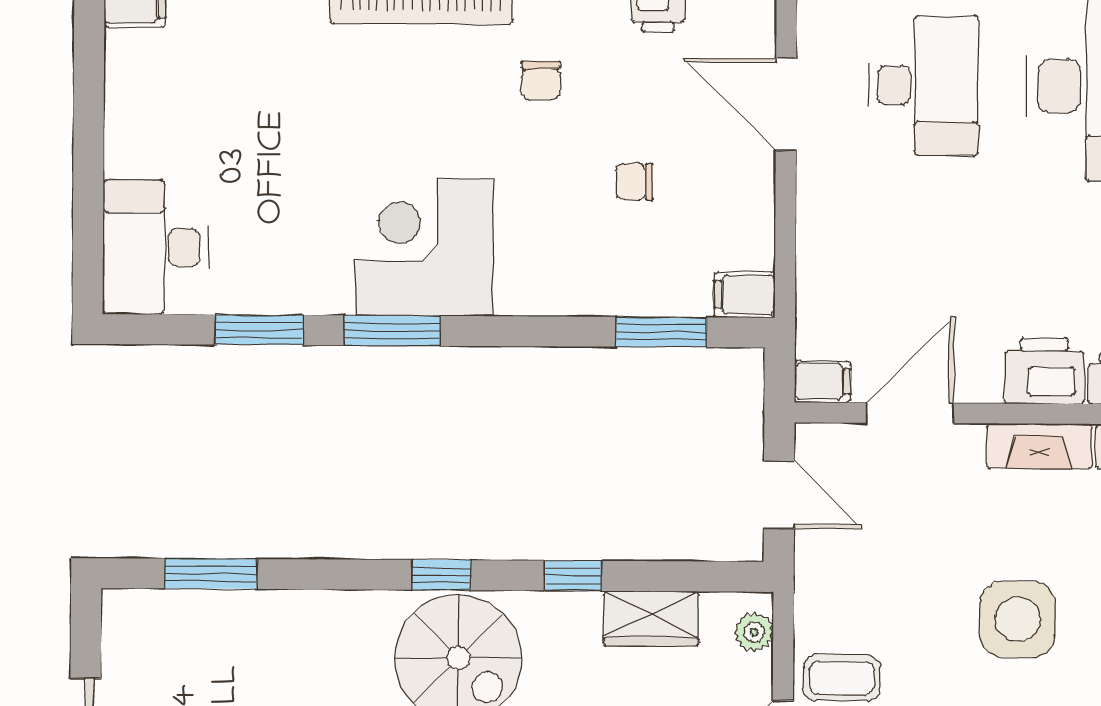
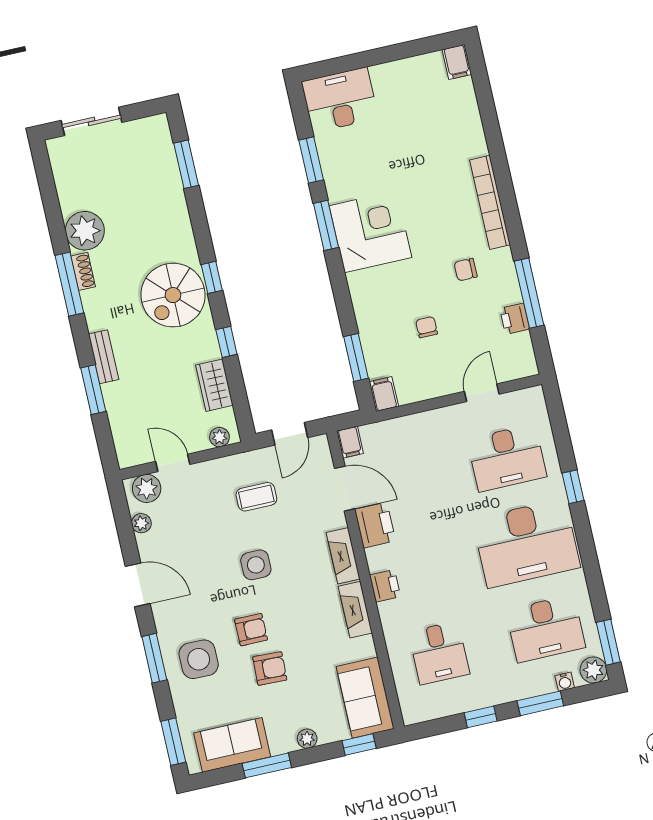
door: (786, 105) -> (482, 393), width x0.73
printer: (1044, 371) -> (375, 525), moved
side table: (1018, 619) -> (256, 565), width x0.73, depth x0.73
coffee table: (842, 678) -> (256, 497), moved, turned 90

